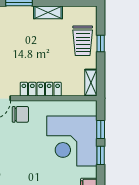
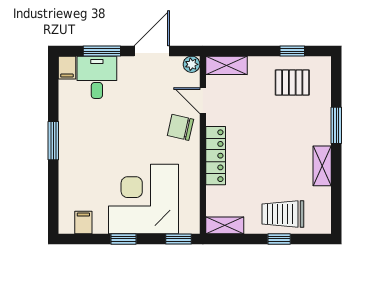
chair: (20, 114) -> (180, 127), turned 103
window: (101, 130) -> (178, 239), moved

